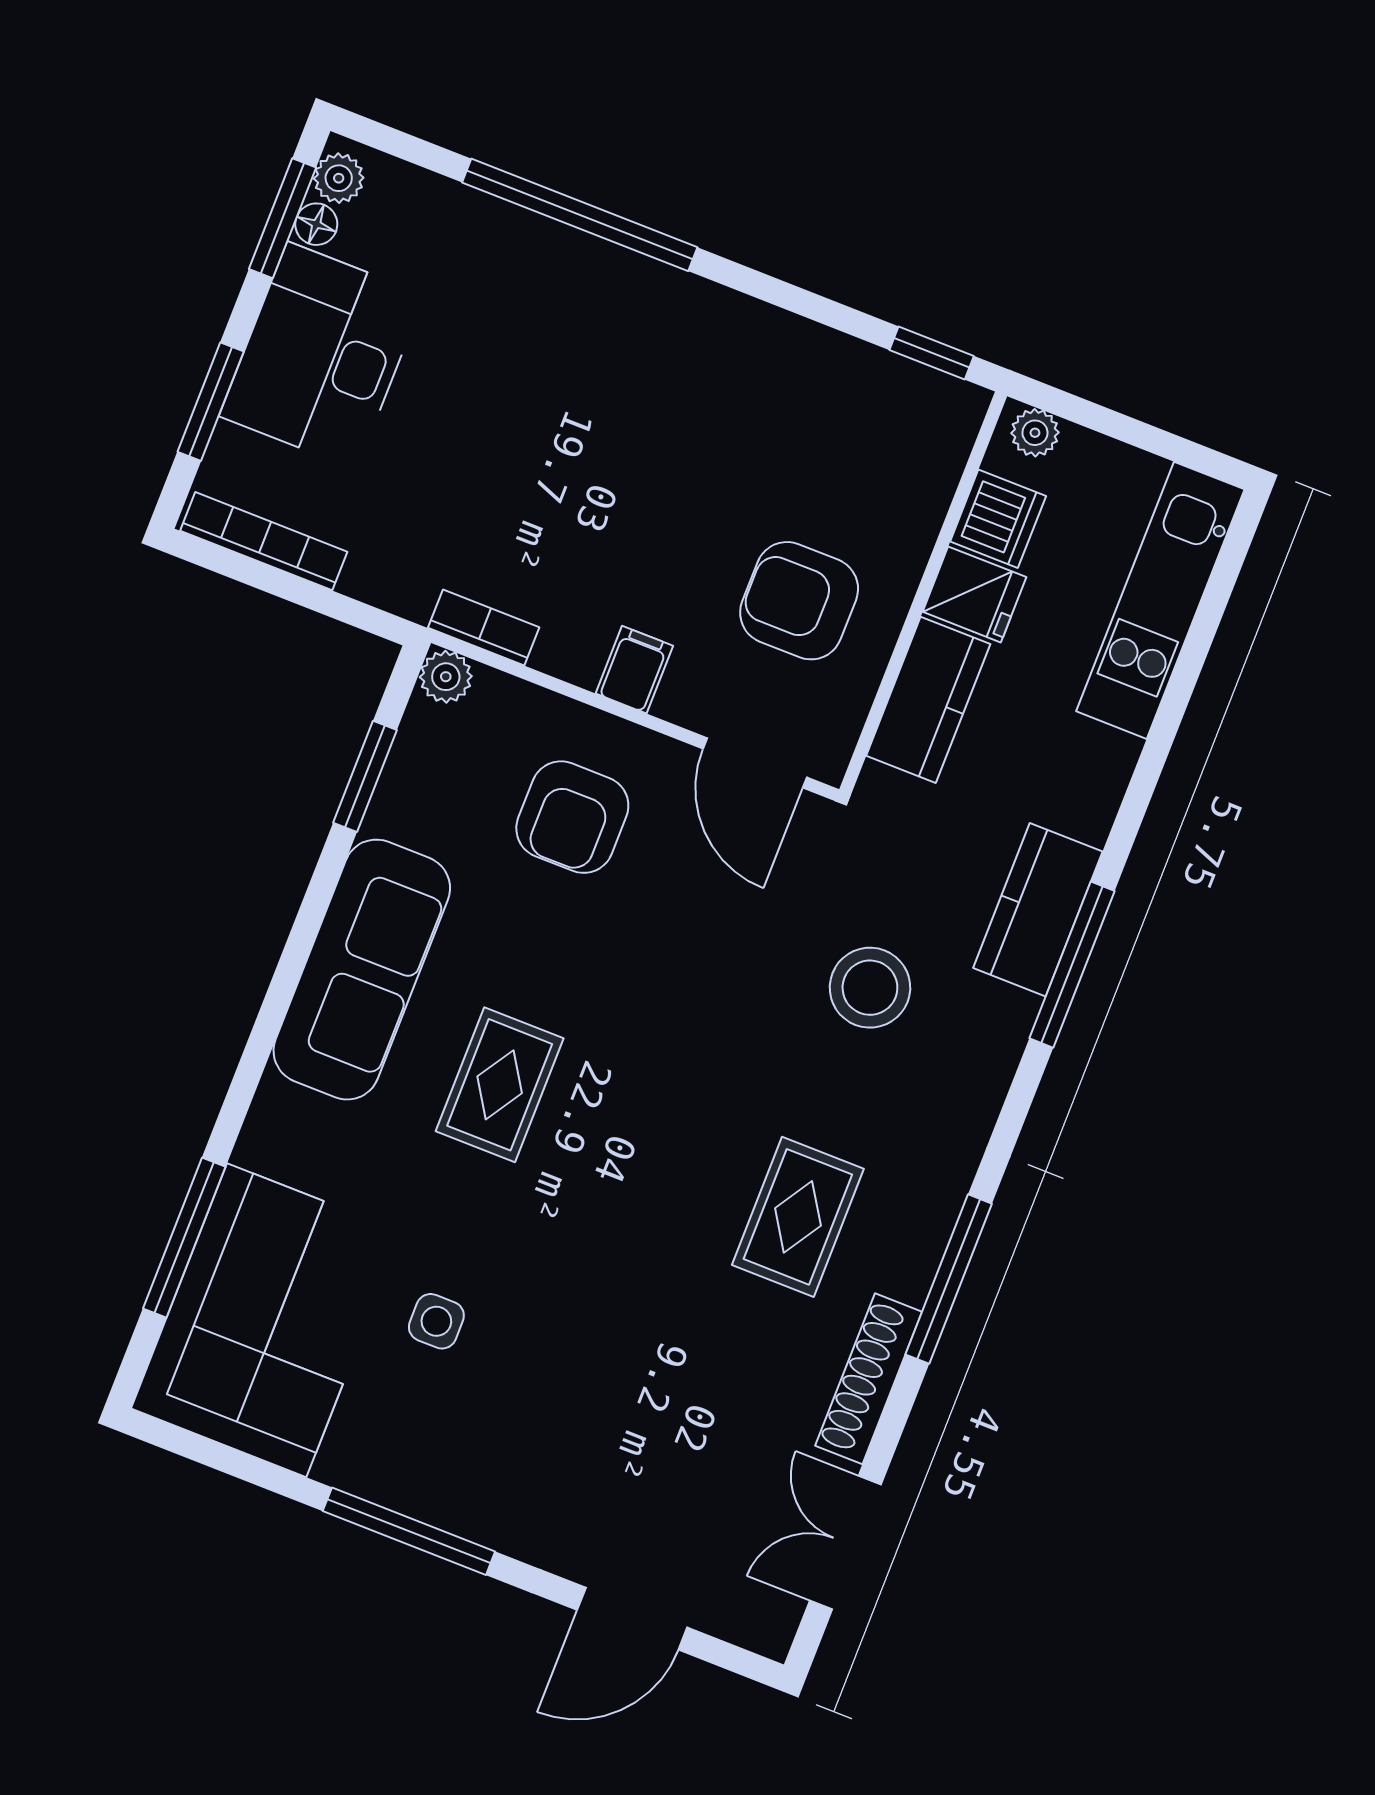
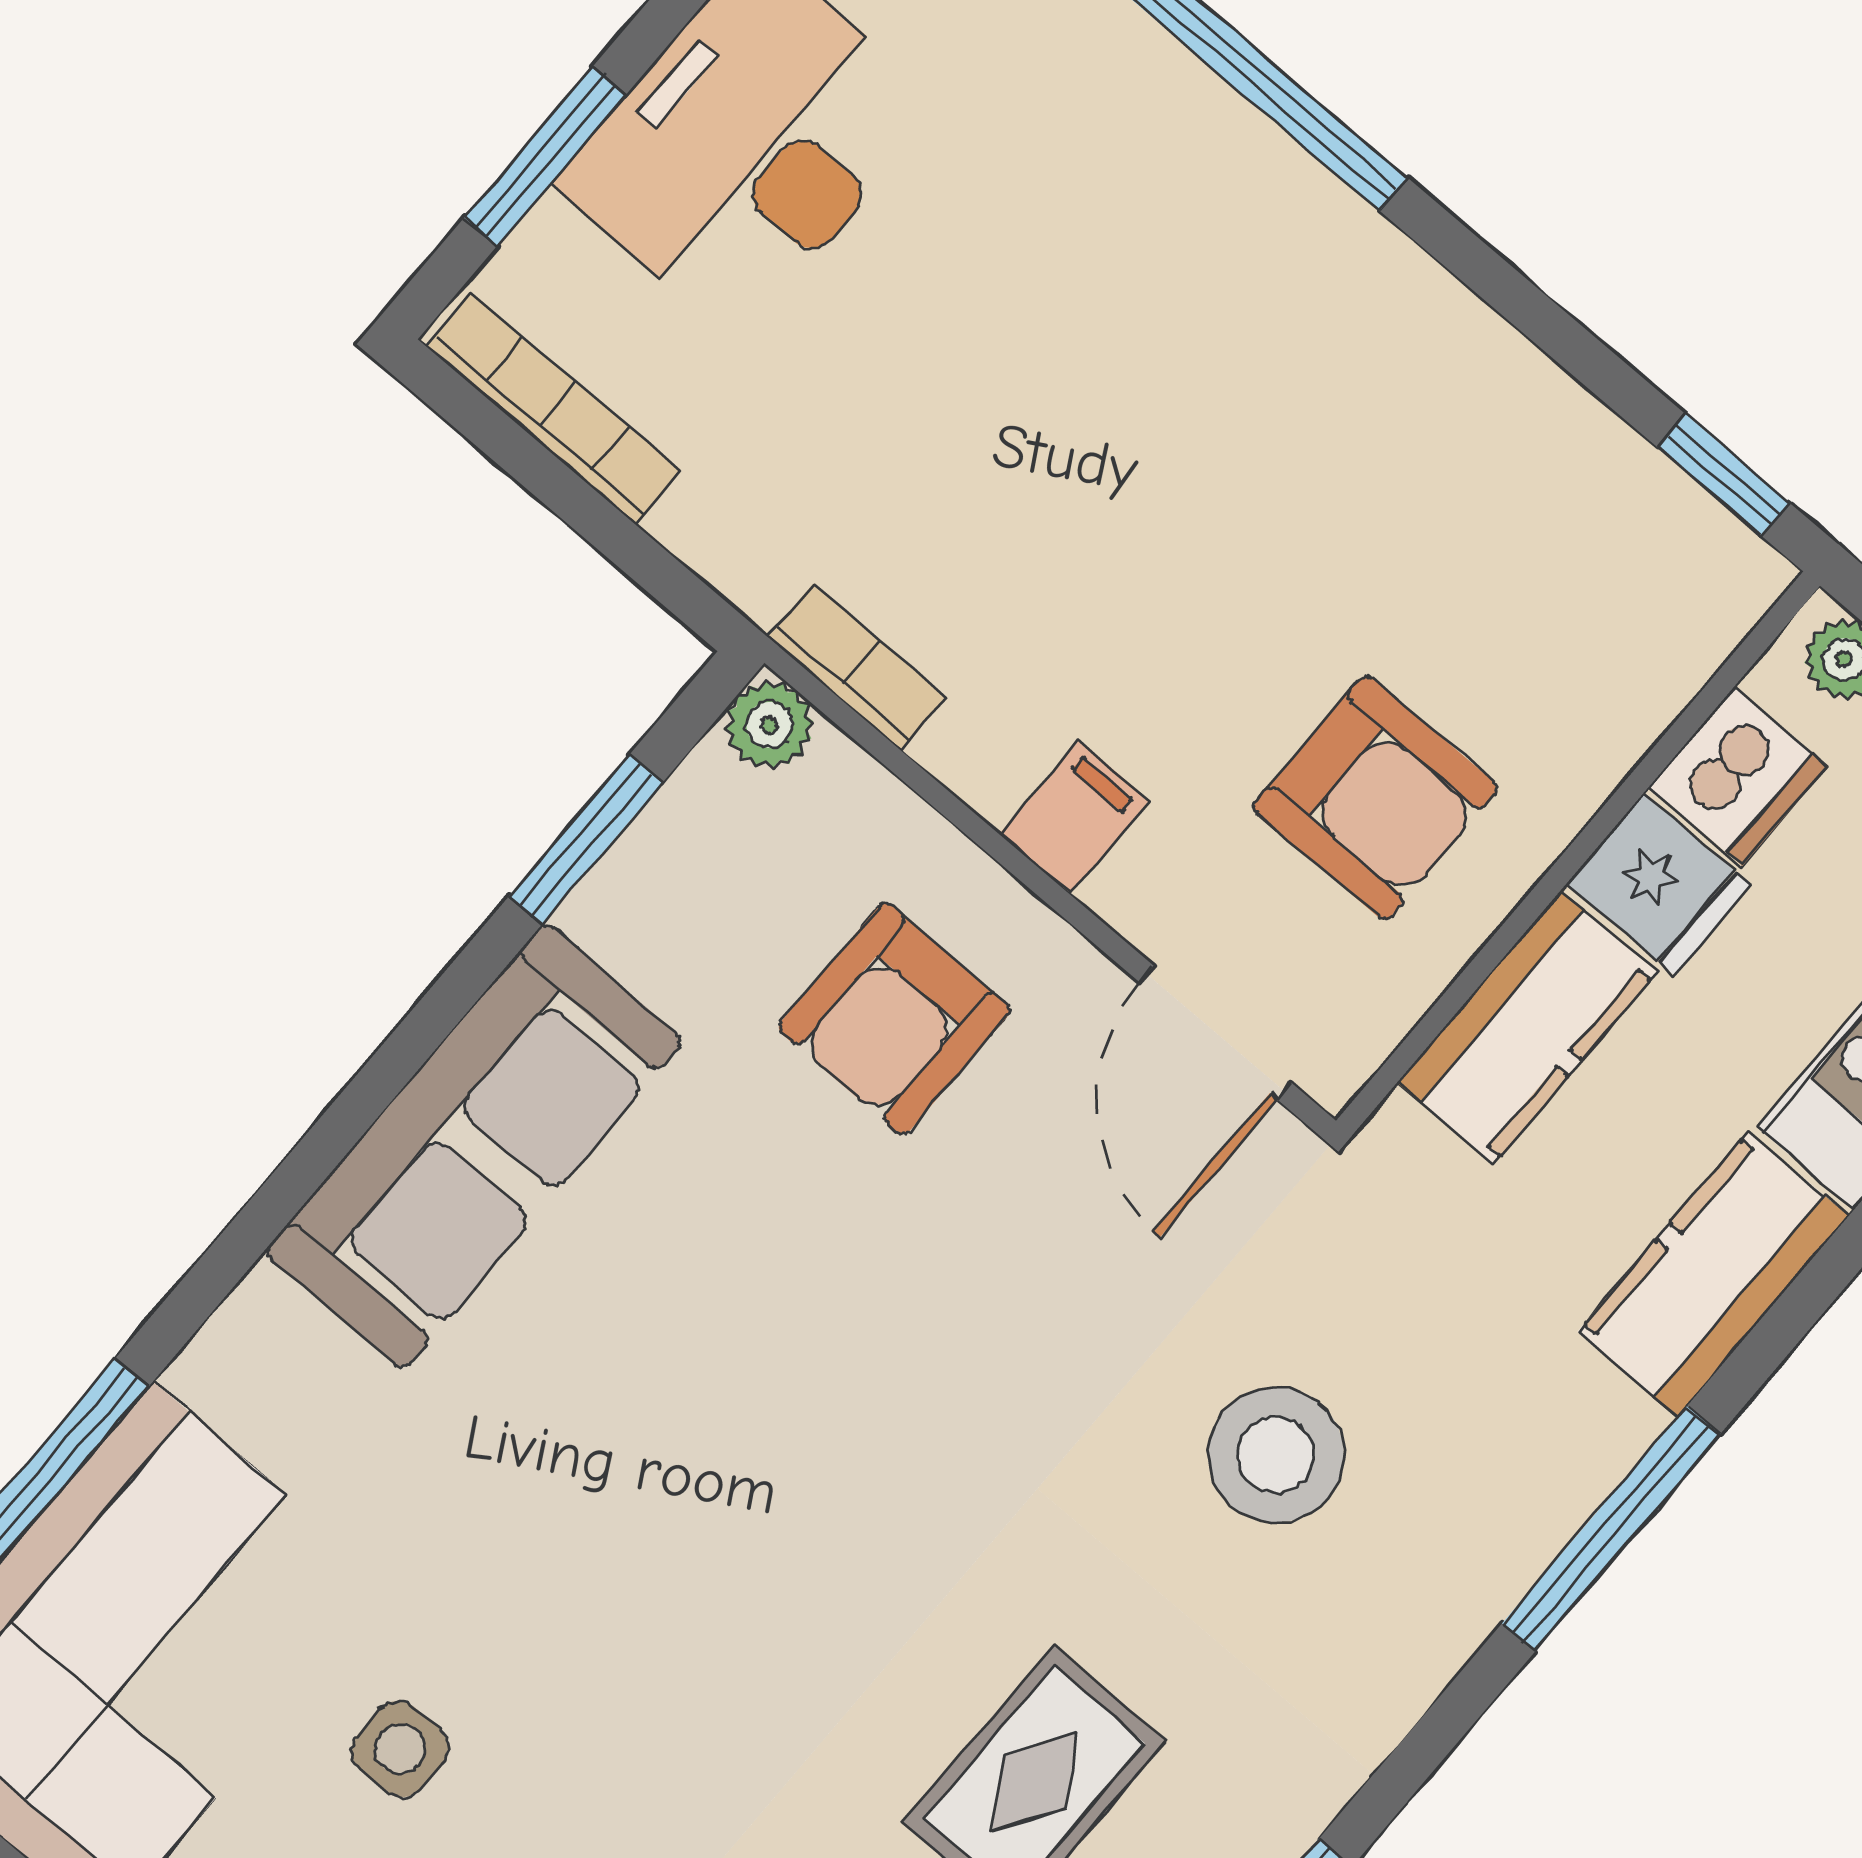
armchair: (799, 601) -> (1375, 798), turned 180
kitchen counter: (1038, 910) -> (1713, 1274), moved
rug: (500, 1085) -> (631, 1406), removed

